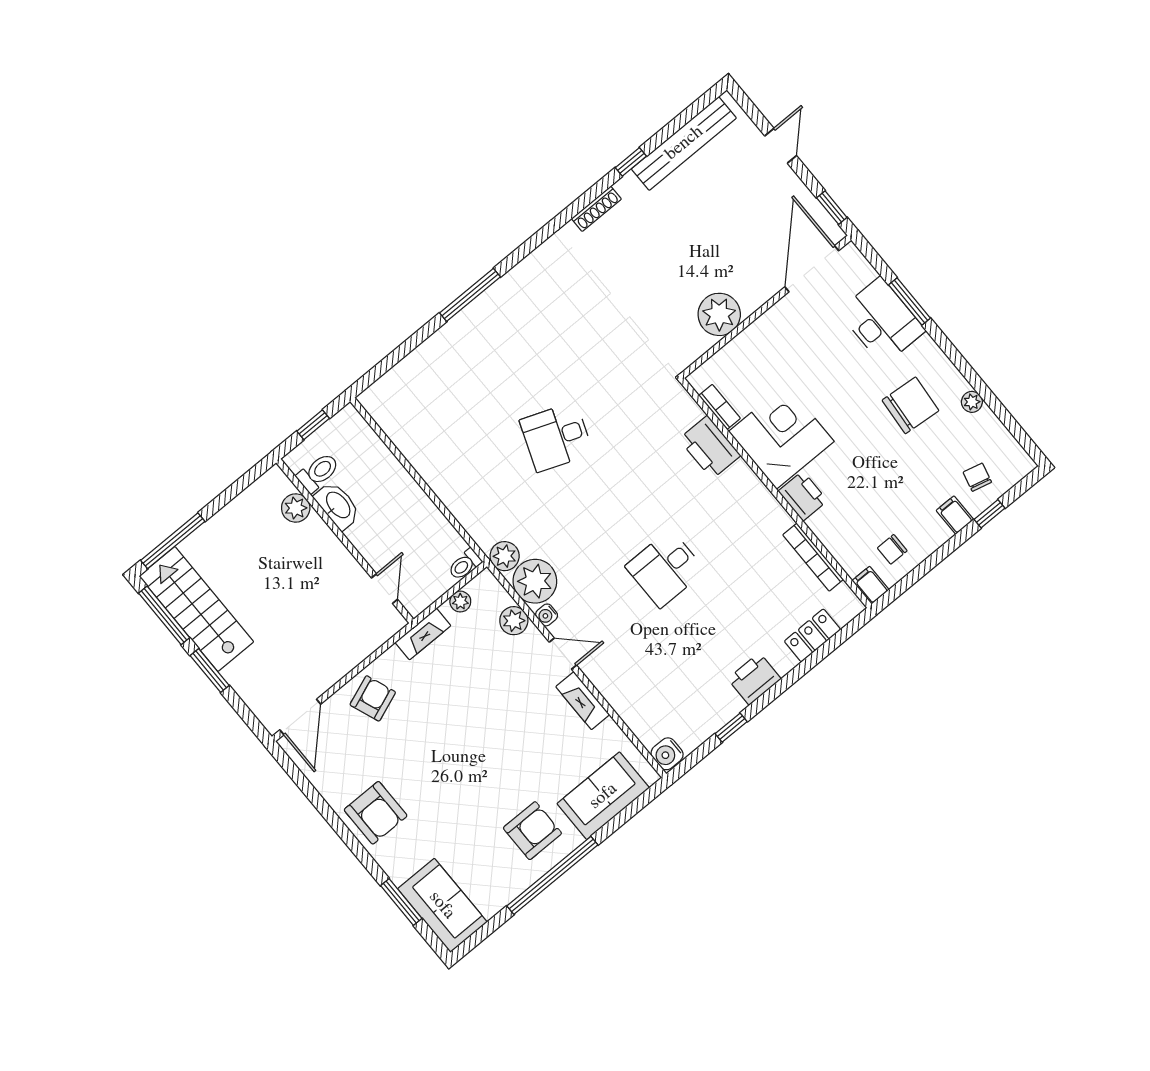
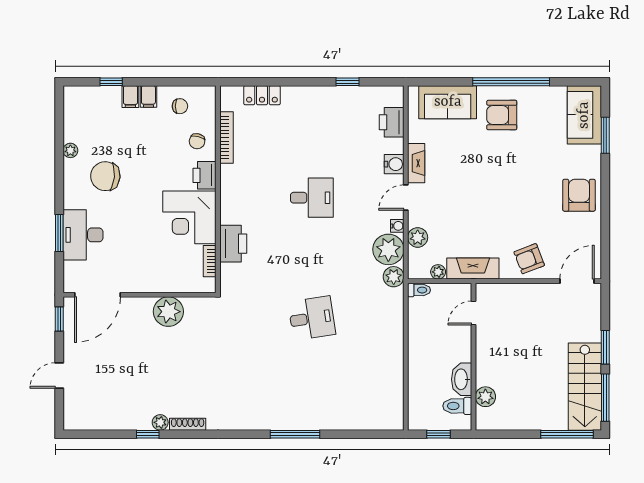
bench: (684, 143) -> (111, 420), removed
plant: (628, 186) -> (160, 422), added
desk: (556, 437) -> (312, 318), turned -30
chair: (977, 477) -> (197, 141), moved
filing cabinet: (870, 585) -> (148, 96), moved
fireplace: (423, 634) -> (473, 269), width x1.37, depth x1.32
door: (563, 654) -> (406, 198), hinge flipped
printer: (754, 679) -> (392, 122), moved, turned 90
water cooler: (667, 754) -> (394, 164), moved

